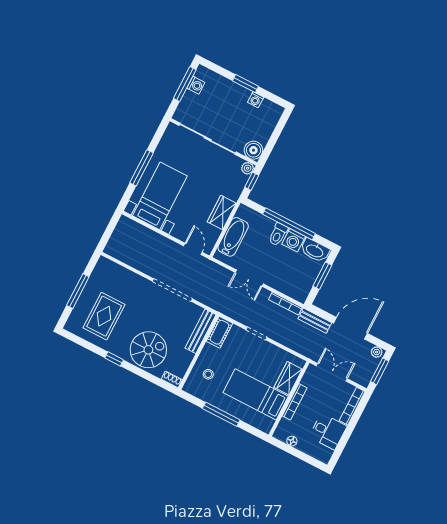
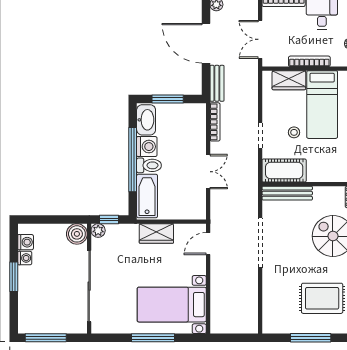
washing machine: (196, 85) -> (26, 242), moved, turned 90
bathtub: (233, 237) -> (147, 196), moved, turned 90
cot: (219, 332) -> (284, 170), width x1.37, depth x1.34
stool: (208, 374) -> (294, 132), moved

